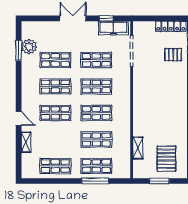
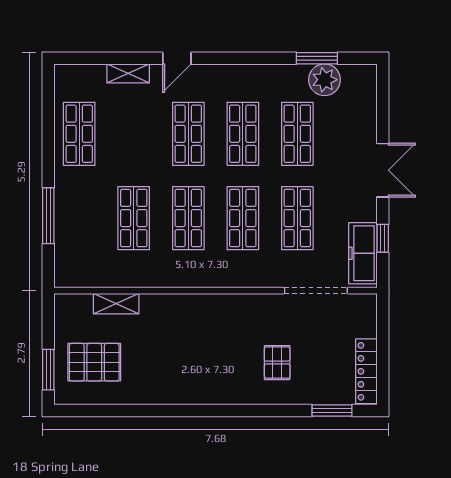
pallet: (173, 55) -> (277, 363), moved
shop shelf: (96, 166) -> (79, 218), removed
window: (159, 181) -> (48, 370), moved

